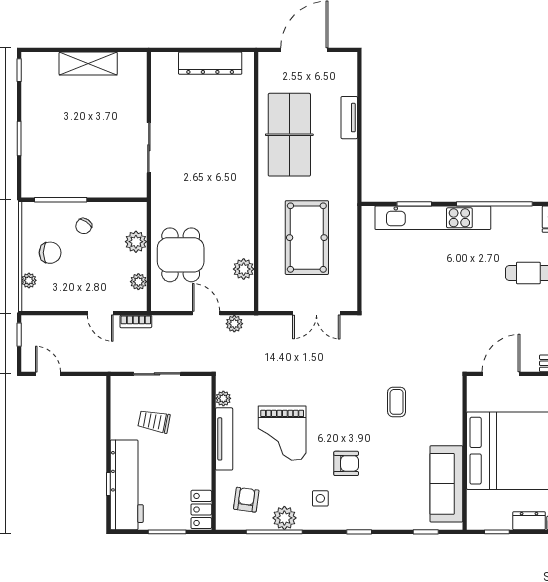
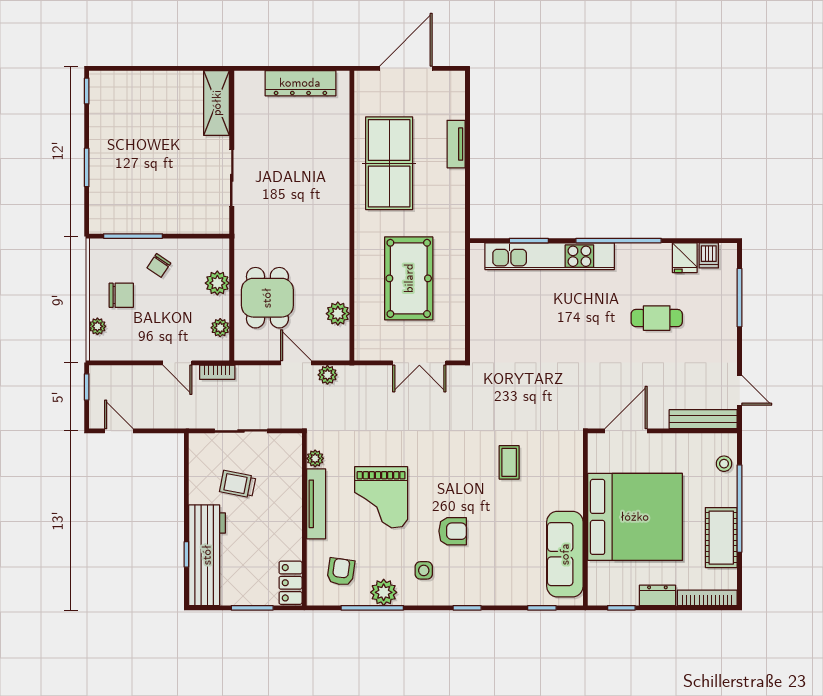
shelving: (88, 64) -> (217, 103), moved, turned 90

